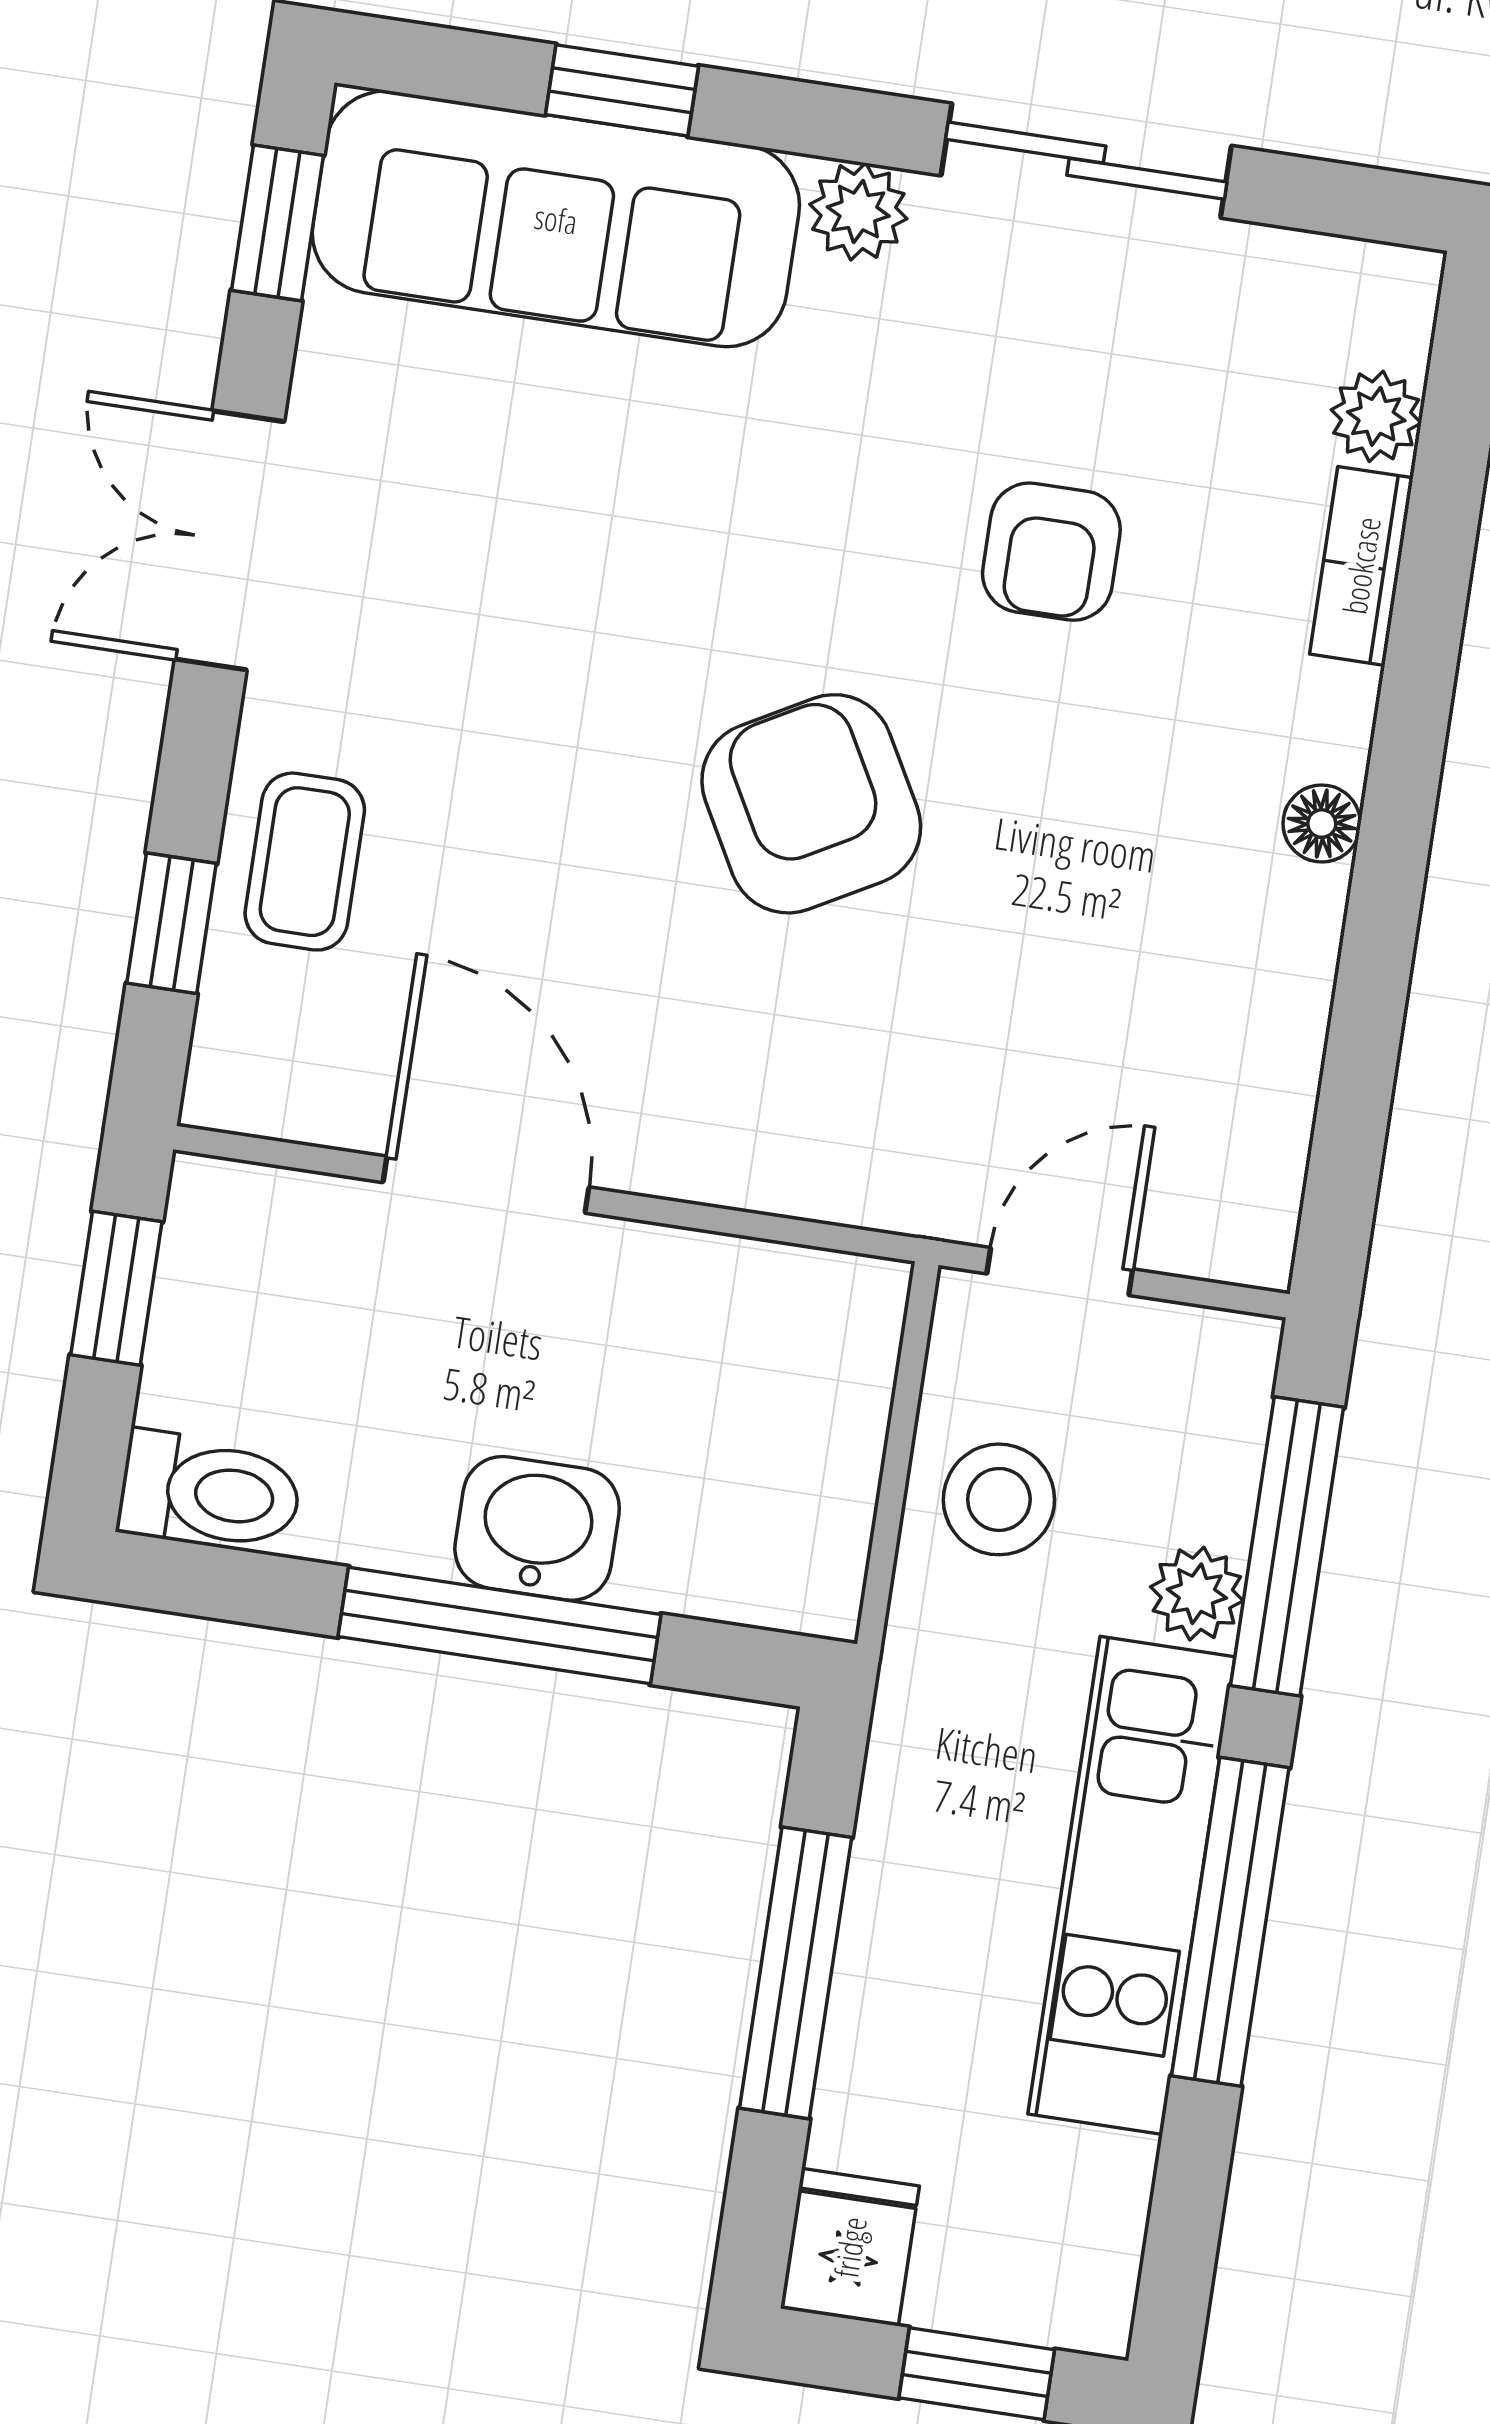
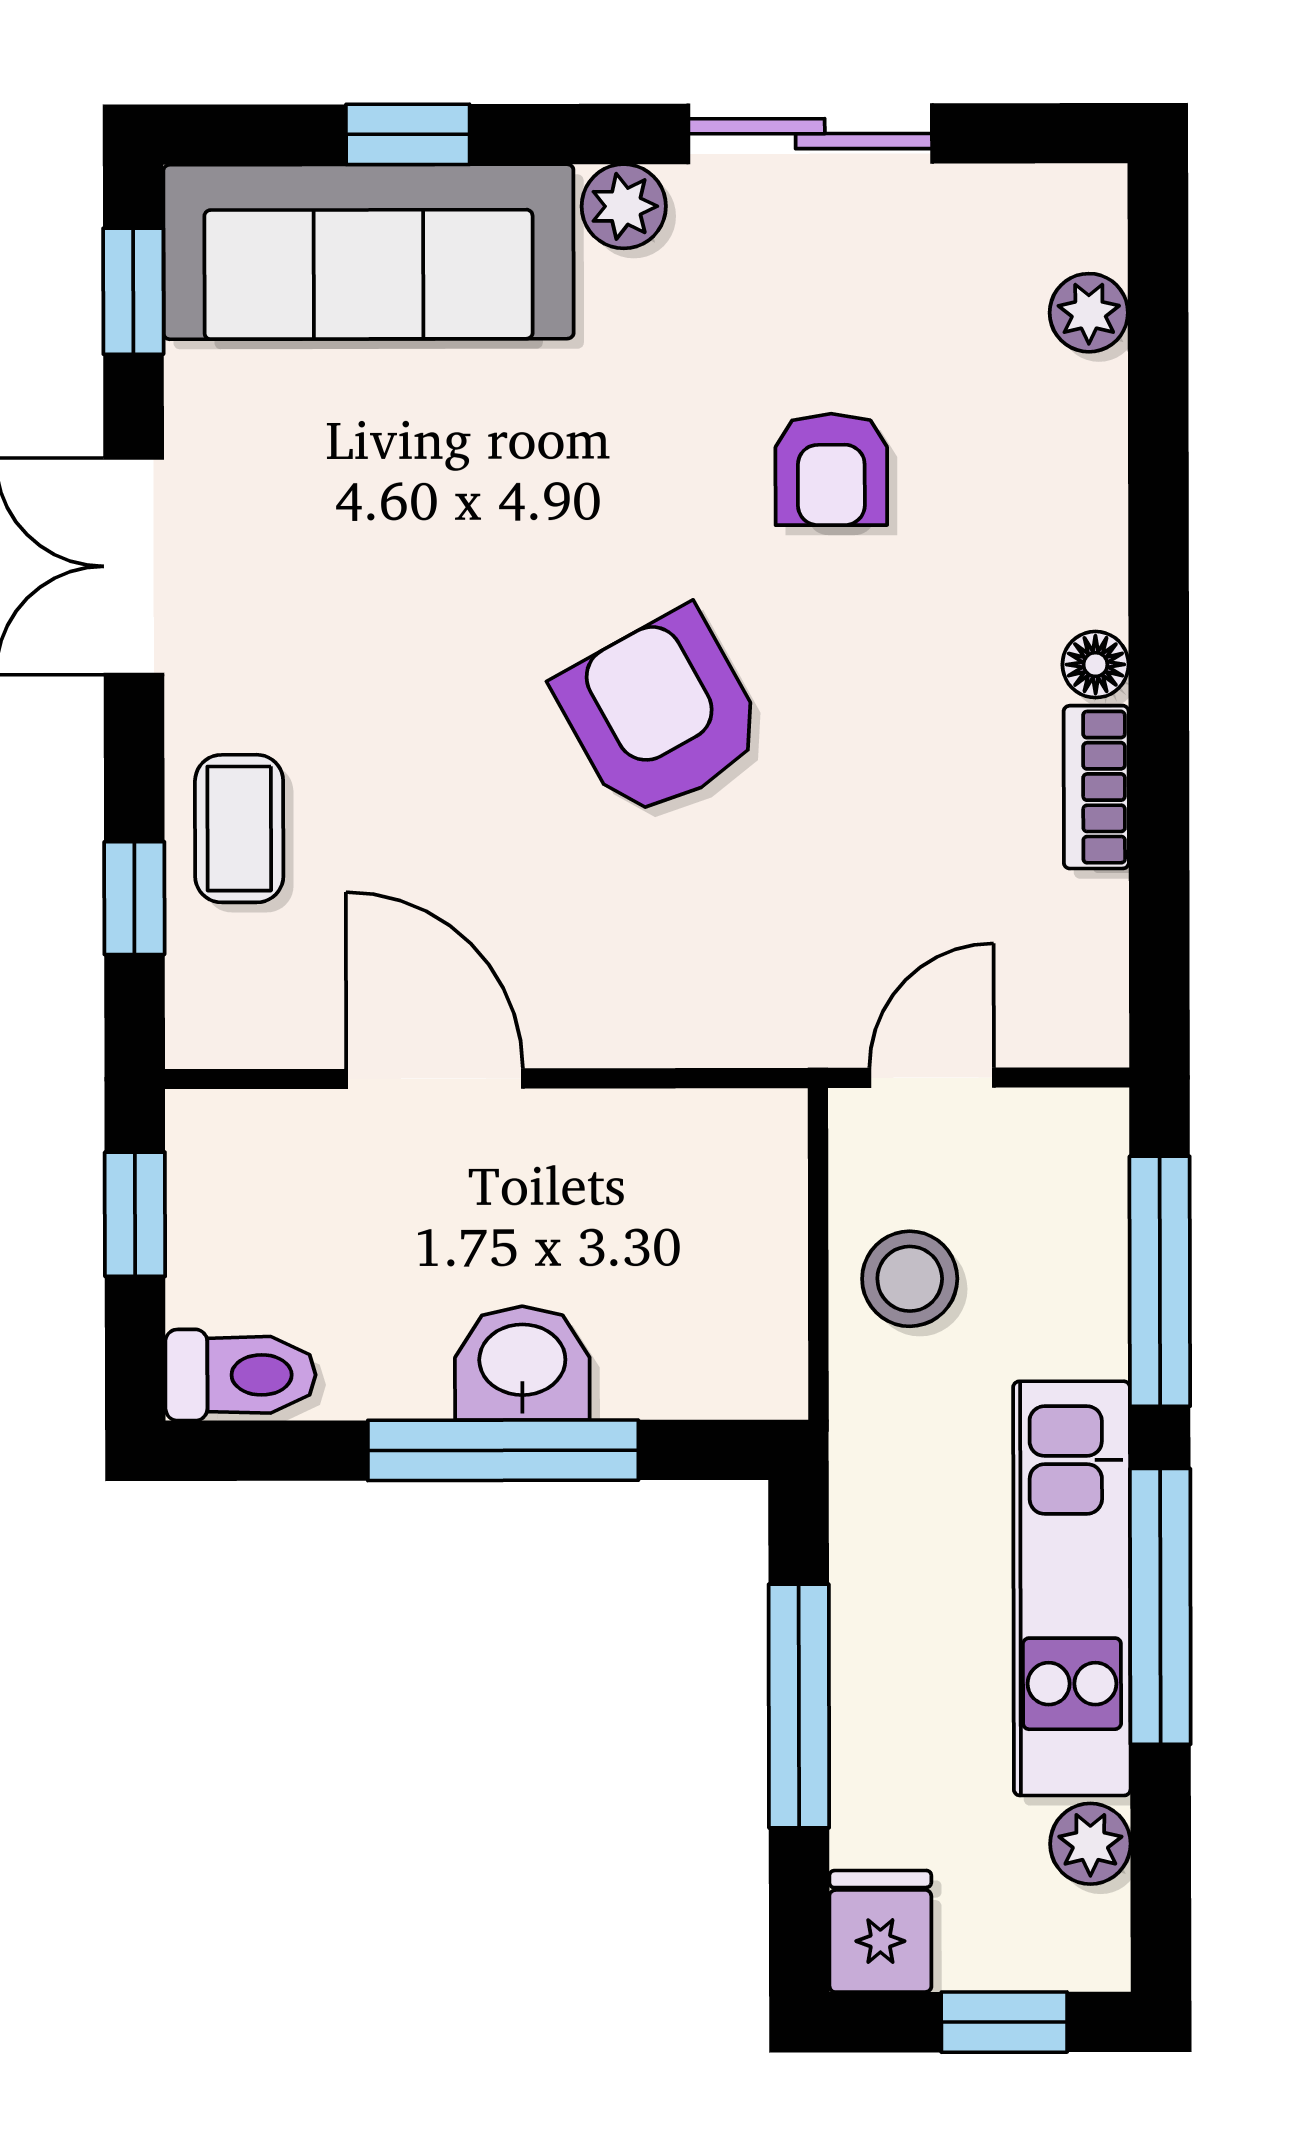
bookcase: (1361, 566) -> (1096, 787), moved
plant: (1197, 1594) -> (1090, 1844), moved

